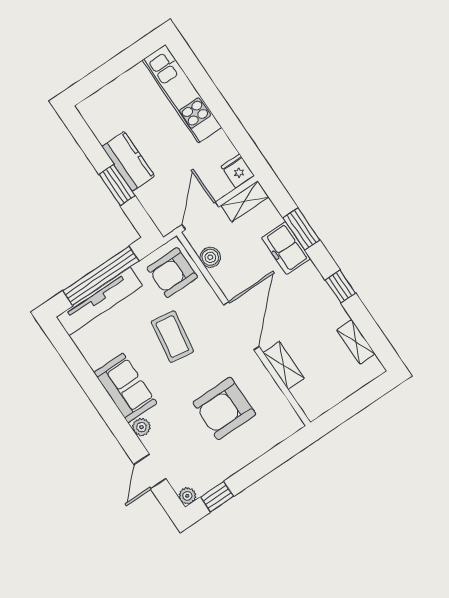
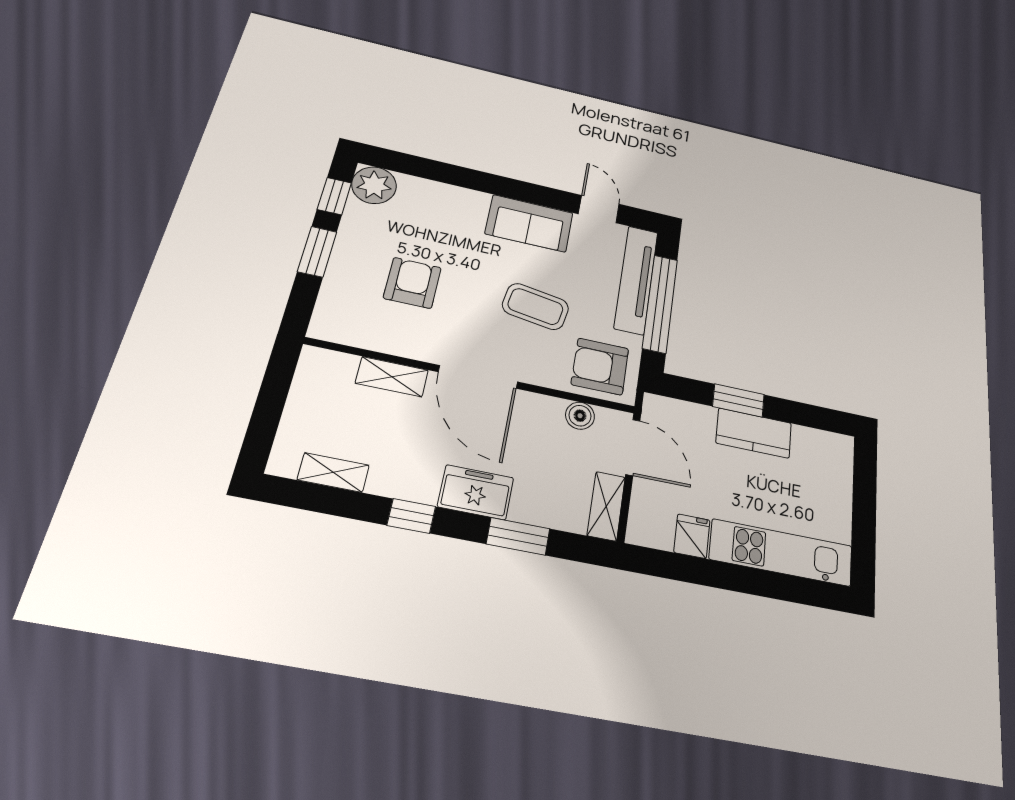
fridge: (238, 171) -> (692, 536), moved, turned -90
freezer: (286, 248) -> (476, 492), moved
armchair: (172, 273) -> (600, 366), turned -90
armchair: (224, 408) -> (412, 283), width x0.73, depth x0.73
plant: (141, 427) -> (477, 201), removed
window: (256, 470) -> (317, 252), added
door: (150, 472) -> (599, 209), moved
plant: (187, 496) -> (374, 185), width x1.88, depth x1.88

